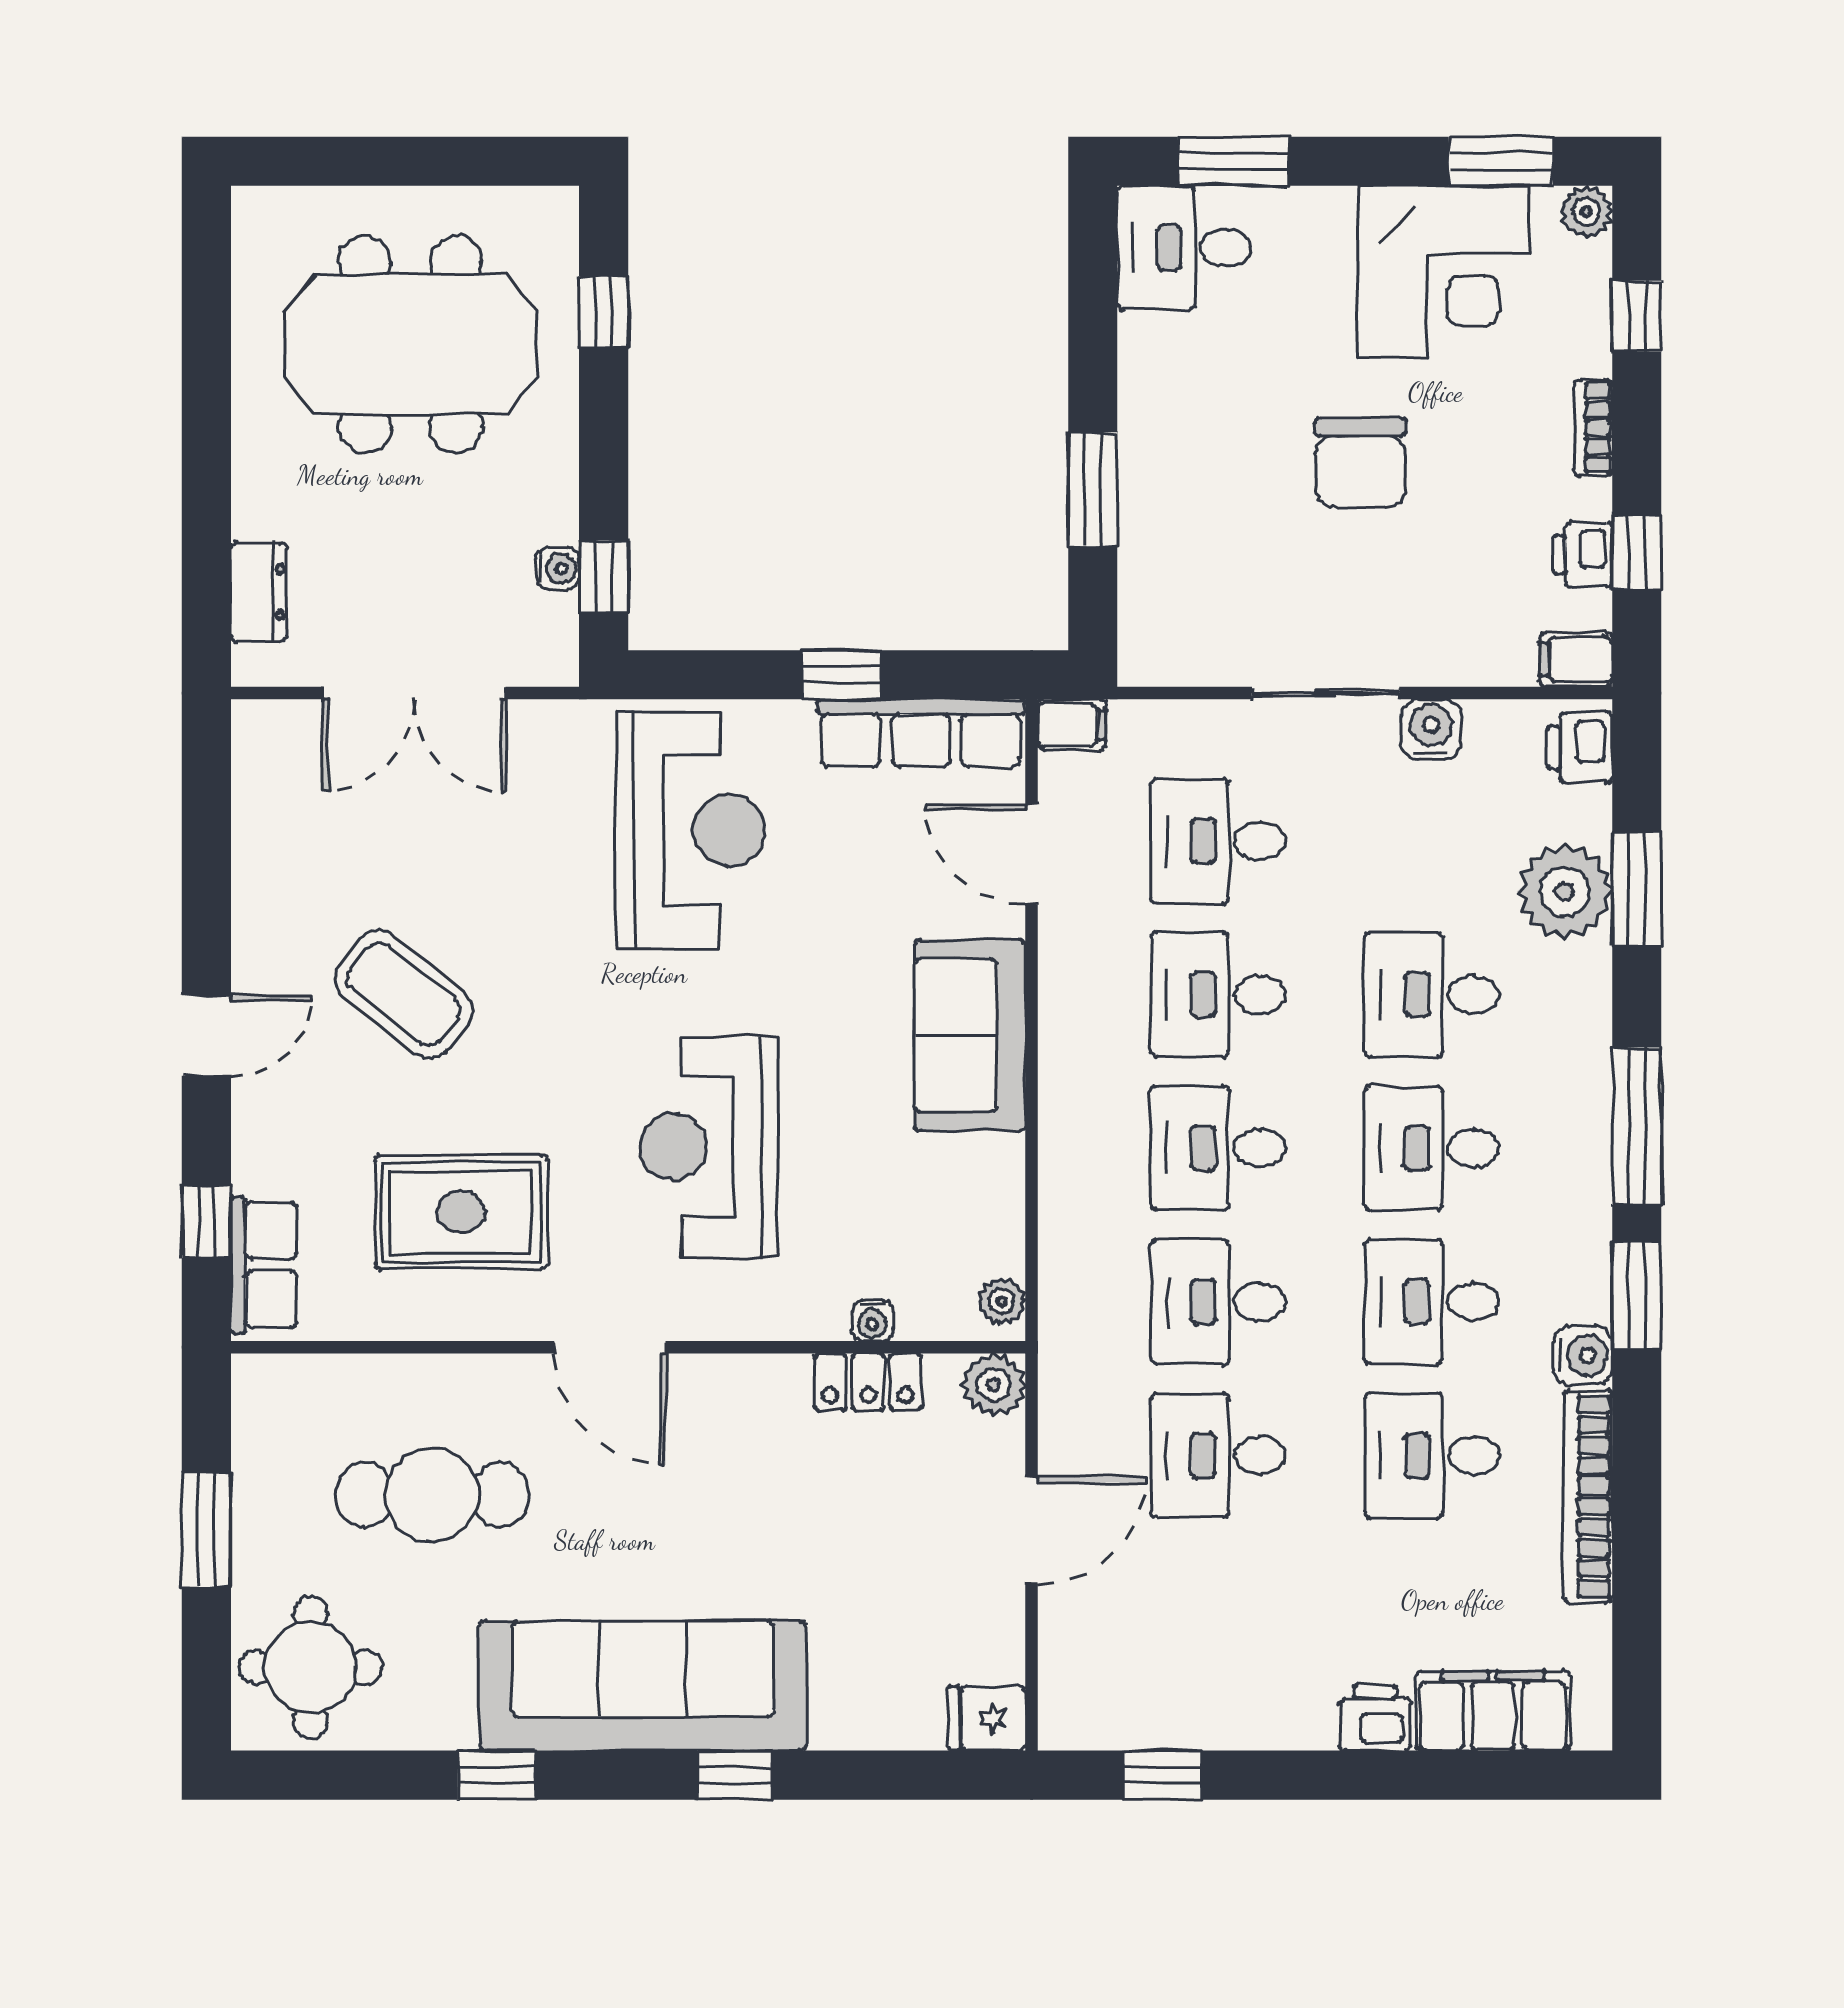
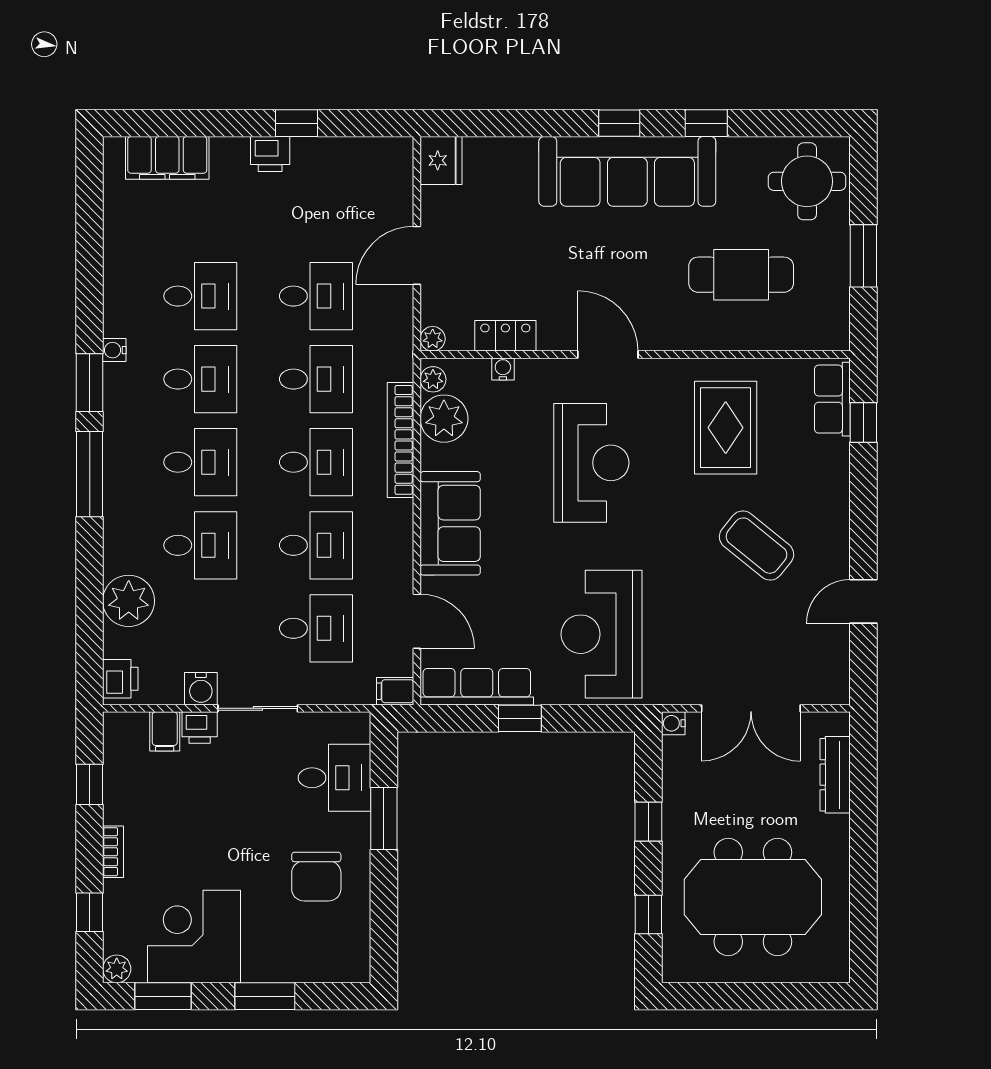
window: (1233, 161) -> (265, 996), moved
desk: (1184, 248) -> (334, 778), moved
chair: (1360, 463) -> (316, 877), moved, turned 180
printer: (1583, 555) -> (200, 727), moved, turned 90
water cooler: (558, 569) -> (673, 723), moved
window: (604, 577) -> (648, 822), moved
dresser: (259, 592) -> (835, 775), width x1.44
filing cabinet: (1576, 660) -> (165, 731), moved, turned 90
double door: (414, 693) -> (751, 708), swing flipped
window: (1637, 889) -> (90, 602), removed
door: (206, 1036) -> (863, 601), moved
rug: (461, 1212) -> (726, 428), turned 90
plant: (981, 1229) -> (444, 419), added
door: (610, 1347) -> (608, 355), moved
water cooler: (1583, 1355) -> (114, 350), width x0.72, depth x0.72
plant: (994, 1385) -> (433, 339), width x0.73, depth x0.73
bookcase: (1588, 1497) -> (400, 440), moved, turned 180
fridge: (987, 1718) -> (441, 160), width x1.38
printer: (1375, 1718) -> (270, 154), moved
window: (735, 1775) -> (619, 123), moved
window: (1163, 1775) -> (297, 123), moved

